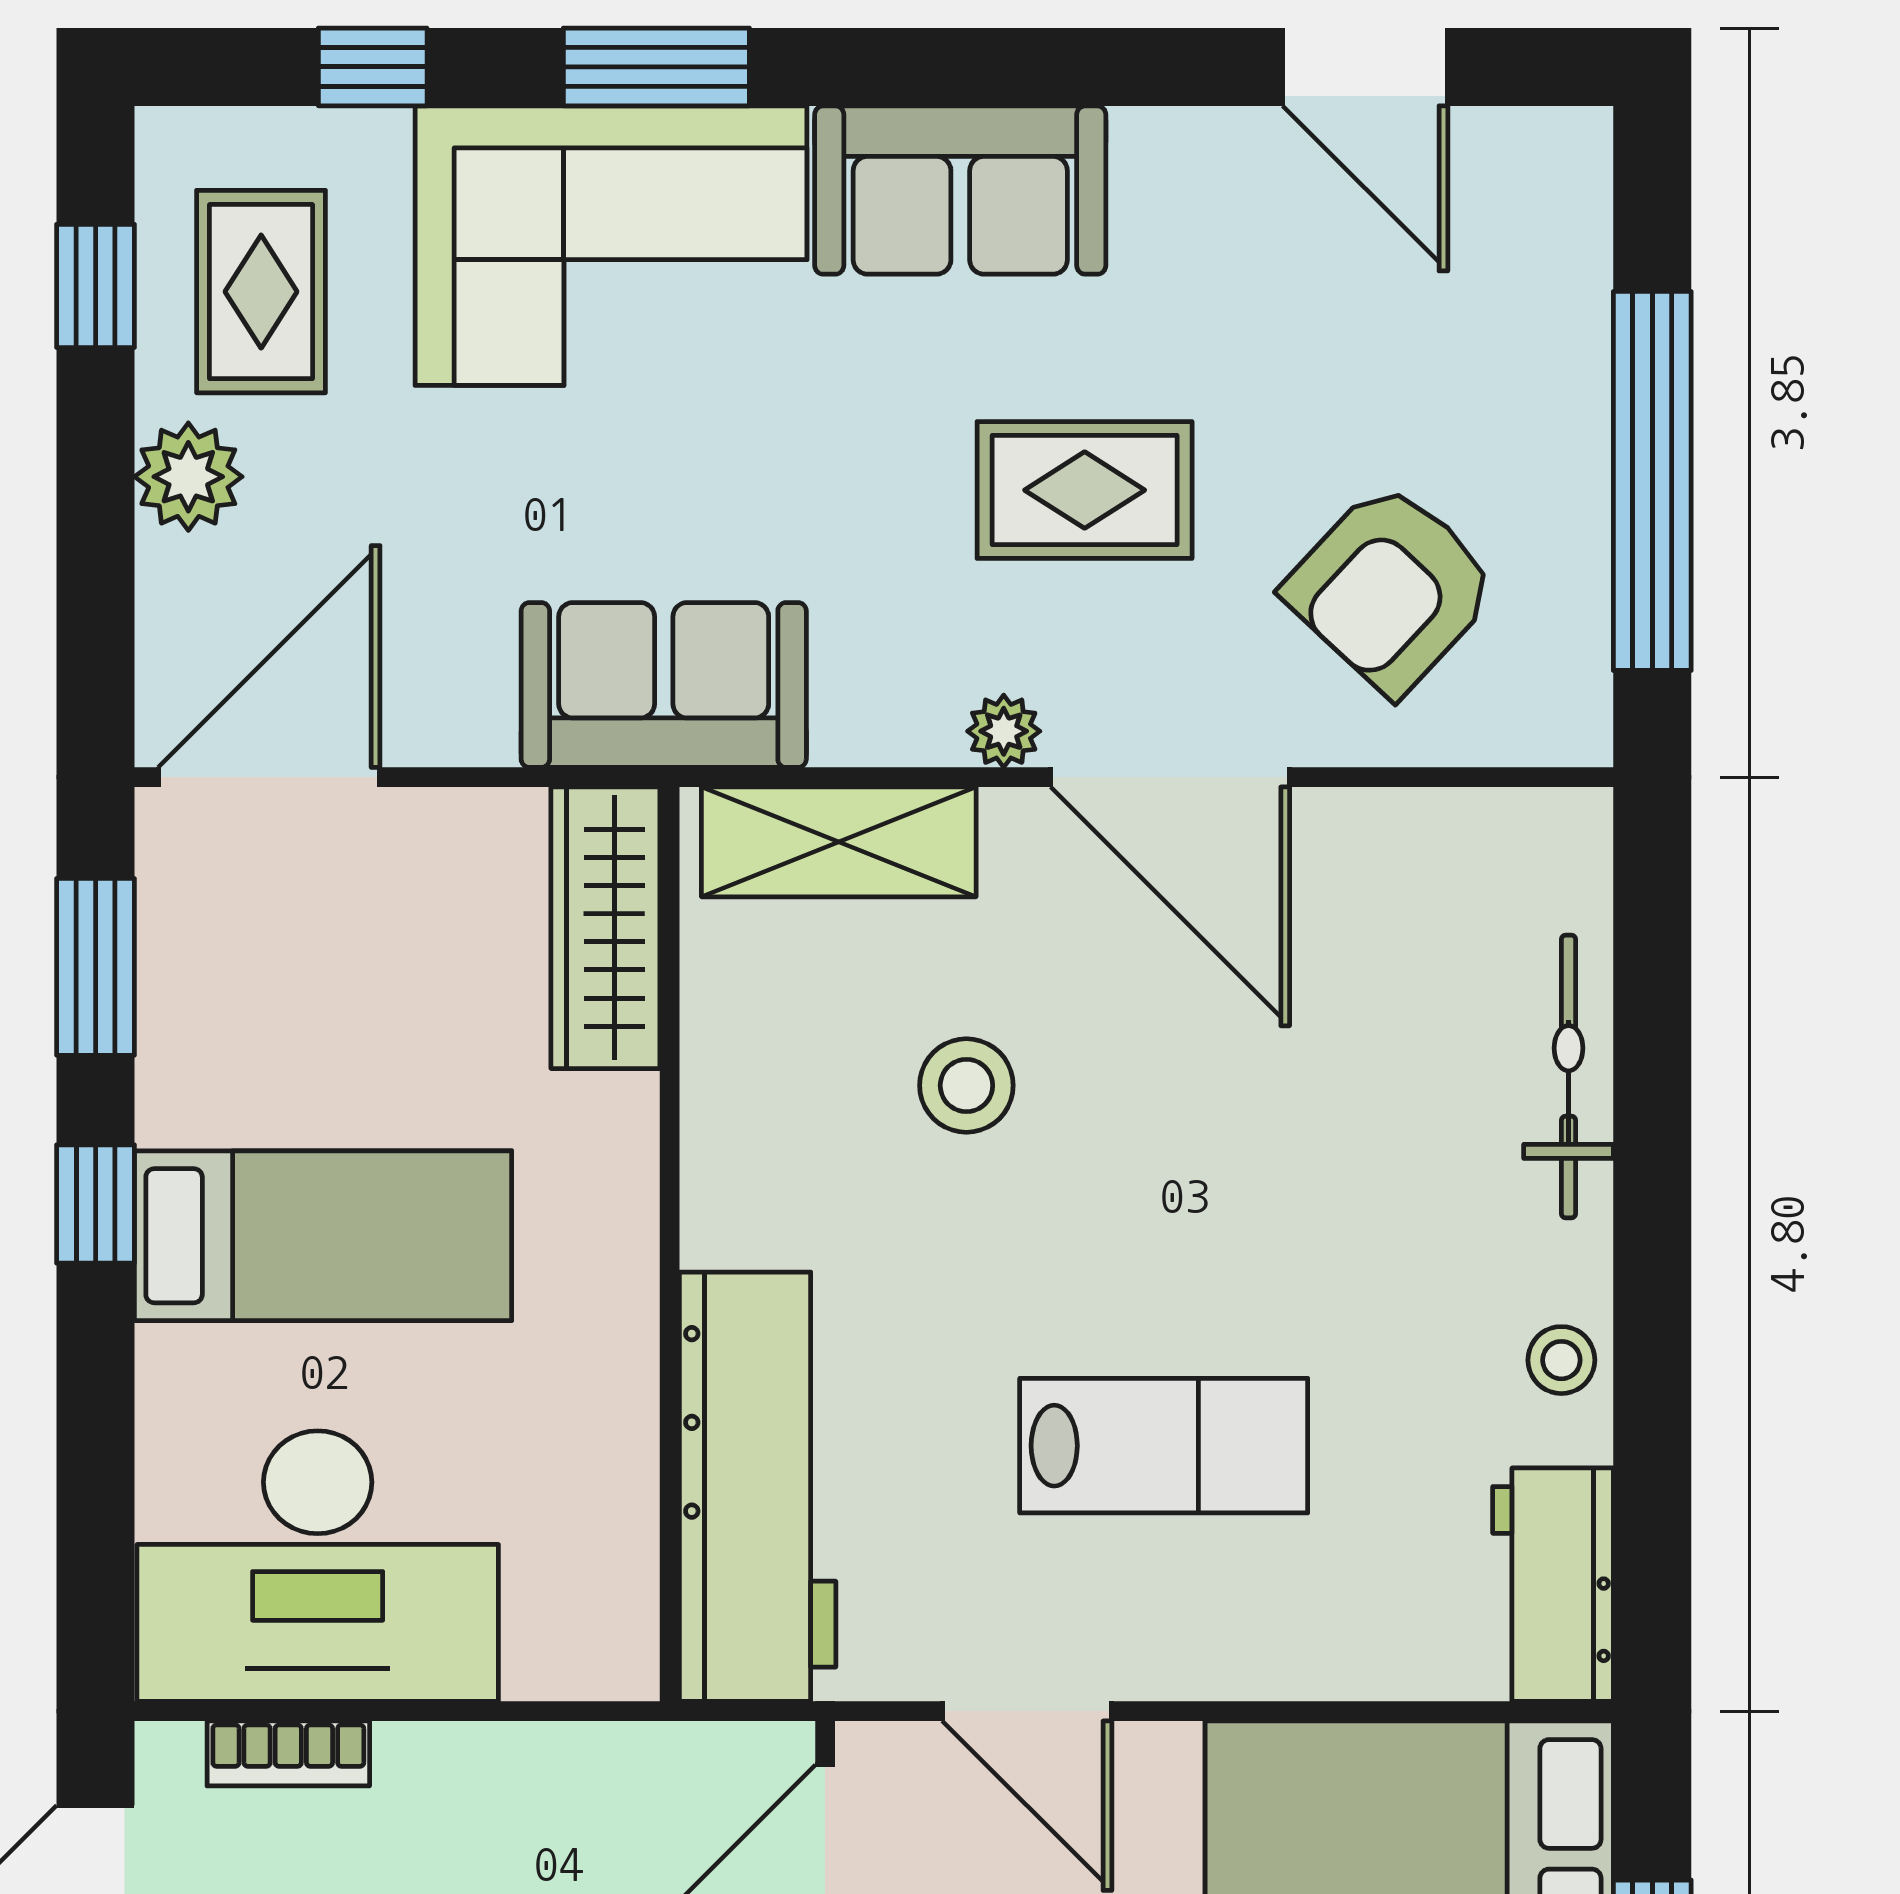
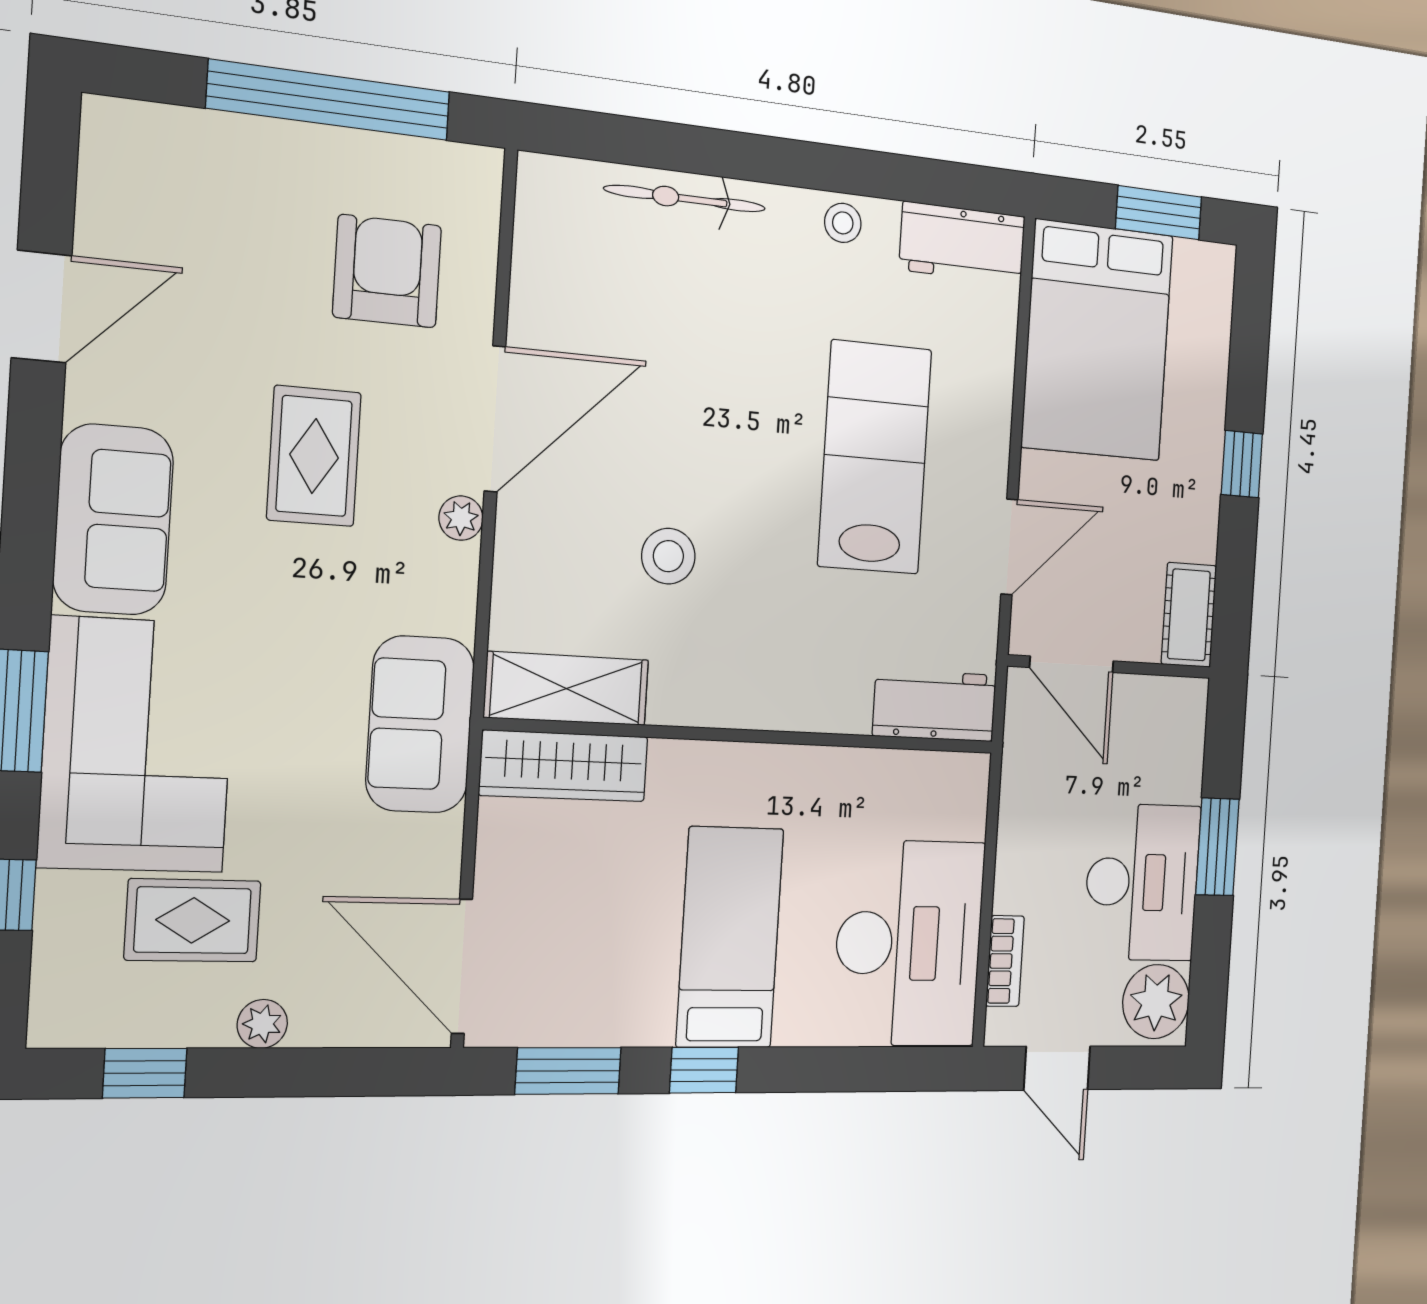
door: (1365, 67) -> (42, 307), moved
rug: (261, 292) -> (193, 920), moved
plant: (188, 477) -> (262, 1024), width x0.73, depth x0.73
armchair: (1391, 588) -> (387, 271), turned -133
shelving: (839, 842) -> (567, 689), moved, turned 90
lab bench: (1164, 1446) -> (875, 457), width x1.36, depth x1.39
workbench: (758, 1487) -> (935, 705), width x0.53, depth x0.76

